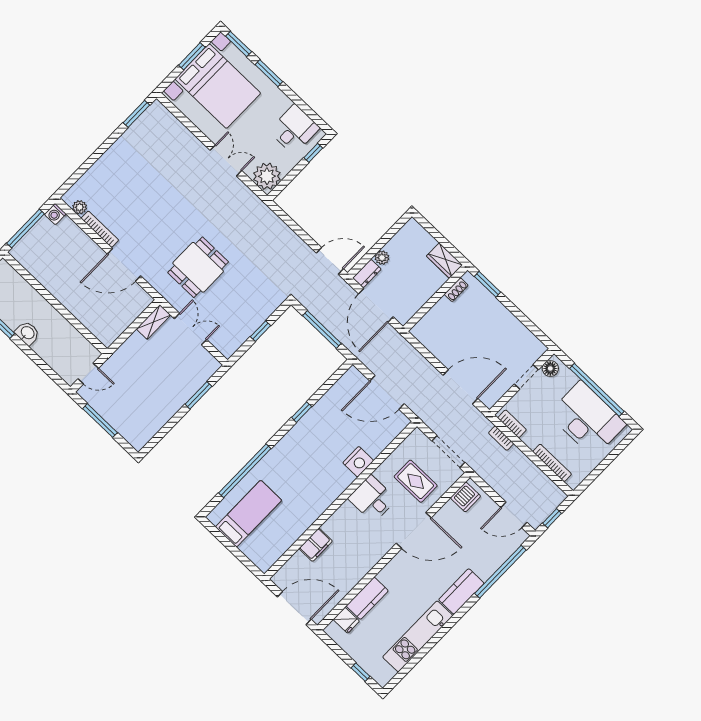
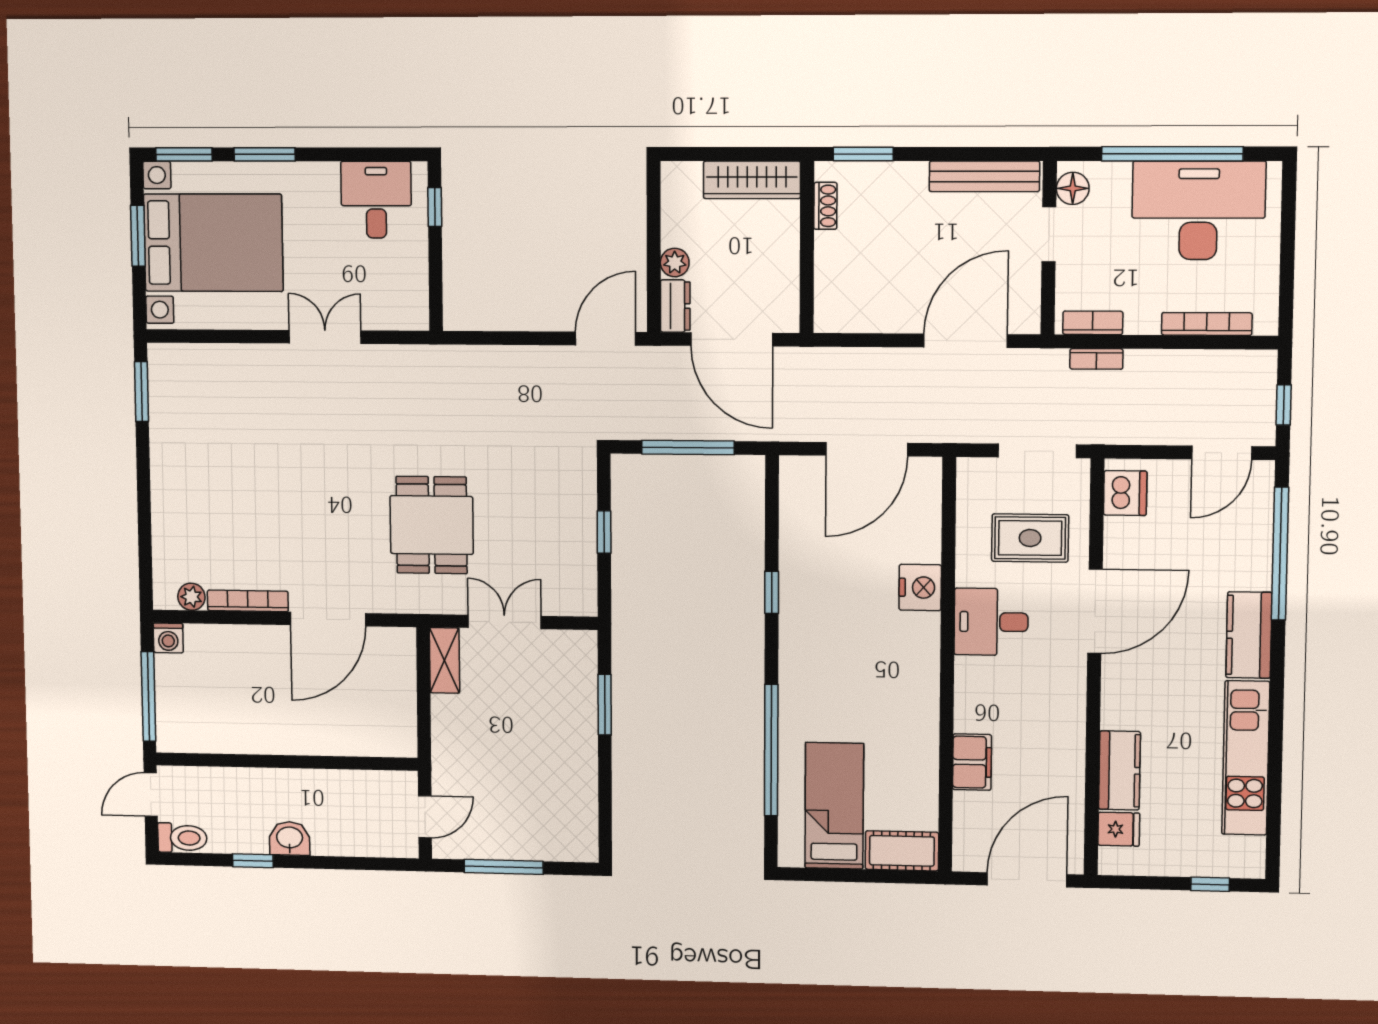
plant: (267, 176) -> (403, 304), removed
wardrobe: (444, 261) -> (752, 180), width x1.50
bench: (523, 334) -> (984, 176), added
cot: (258, 554) -> (902, 851), added

